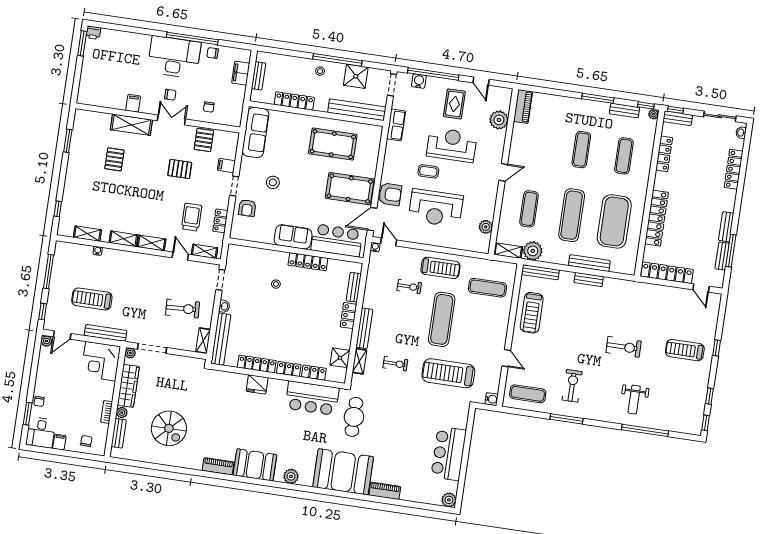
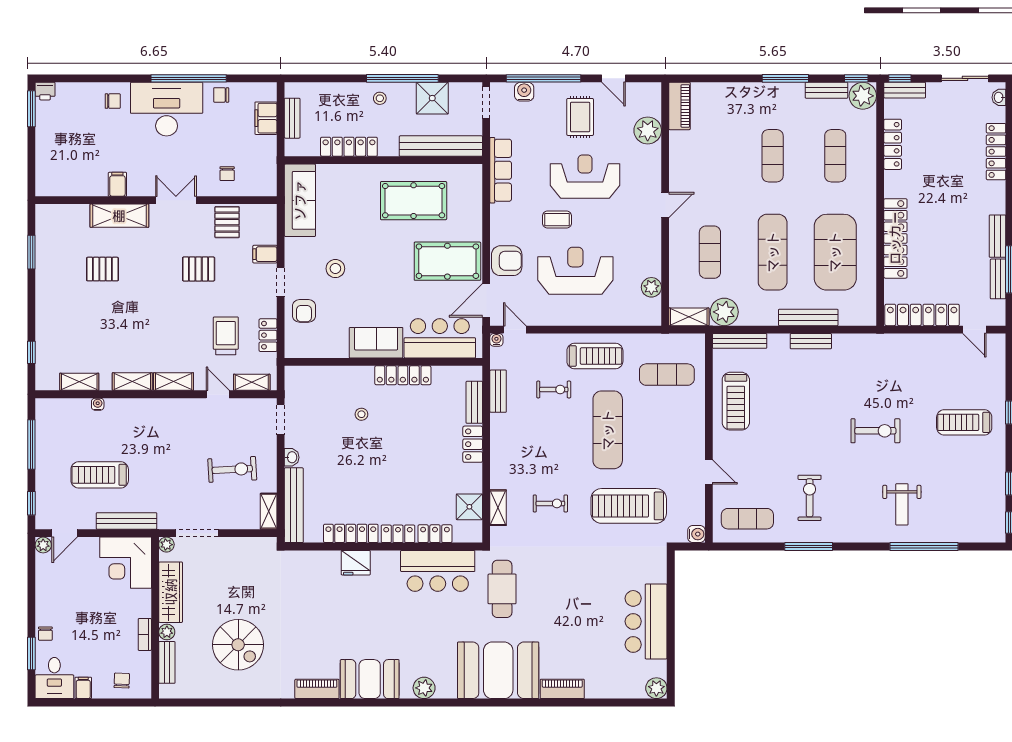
chair: (170, 95) -> (113, 101), moved
plant: (654, 114) -> (863, 96), width x1.87, depth x1.87
row of seats: (396, 125) -> (501, 170), width x1.48
pallet: (114, 159) -> (102, 269), turned 90
reception desk: (436, 208) -> (575, 271), turned 180
bench: (364, 328) -> (498, 391), moved, width x0.73

